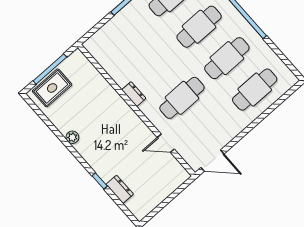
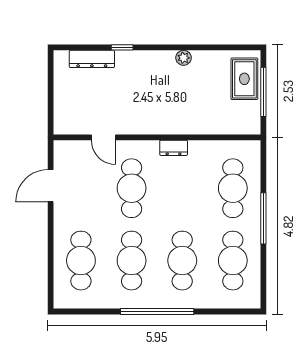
cafe table: (126, 35) -> (233, 188), added
door: (166, 143) -> (103, 137), swing flipped
door: (212, 161) -> (51, 186), moved
dresser: (120, 189) -> (92, 59), width x1.44

